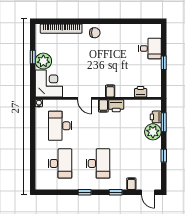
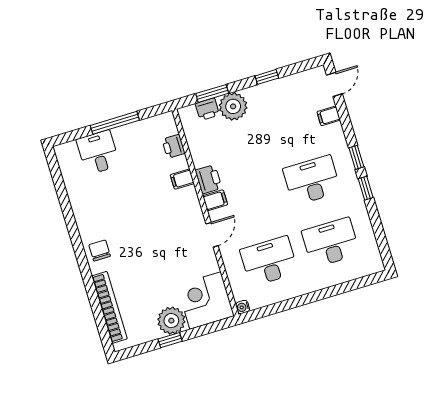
window: (164, 63) -> (115, 123), width x2.17
filing cabinet: (110, 91) -> (182, 179), moved
desk: (60, 126) -> (269, 261), turned 180
window: (116, 192) -> (356, 157), moved

